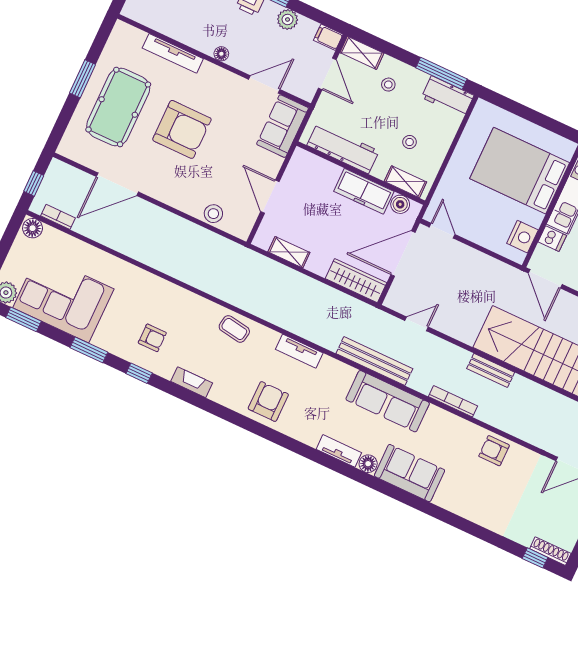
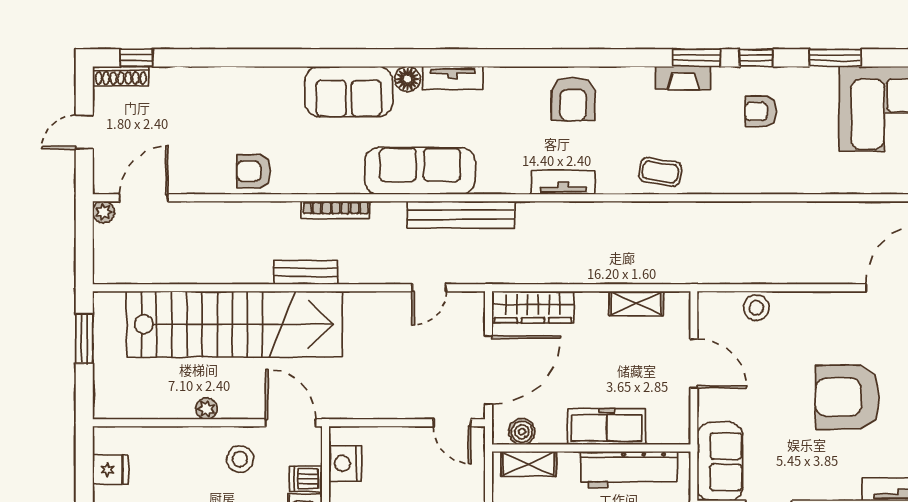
freezer: (364, 191) -> (607, 427), moved
window: (177, 391) -> (696, 58), added
armchair: (494, 451) -> (253, 171), turned 180

